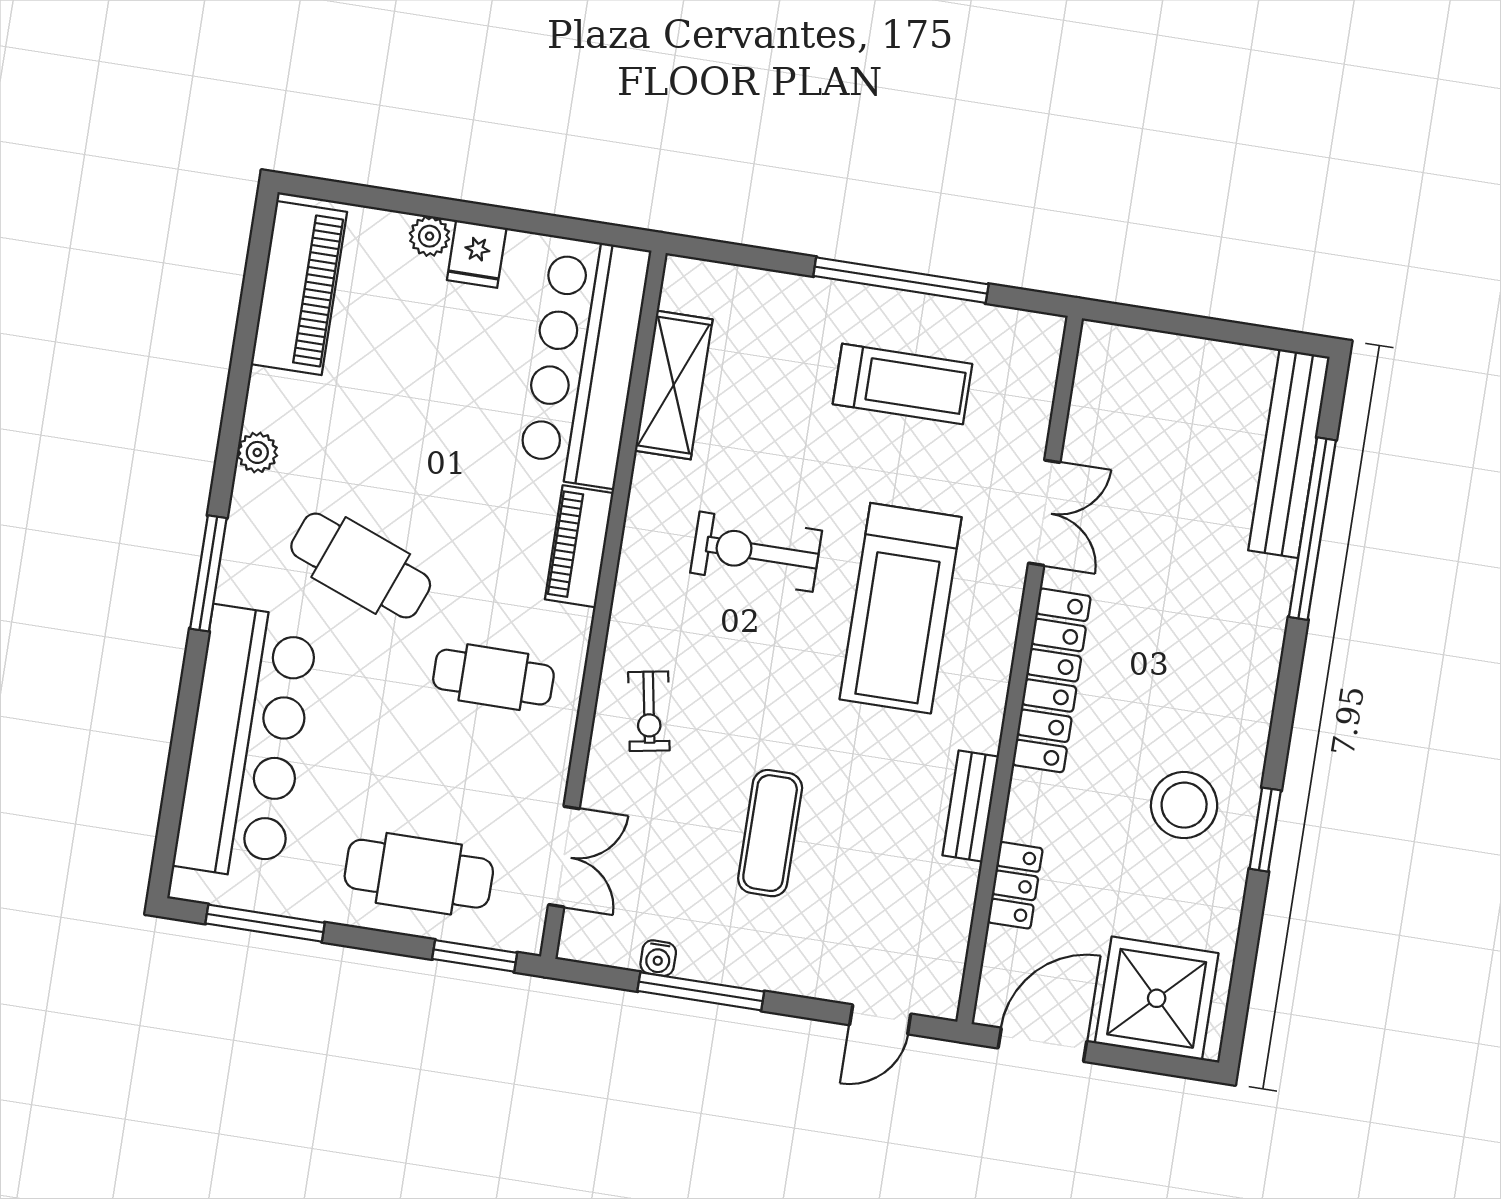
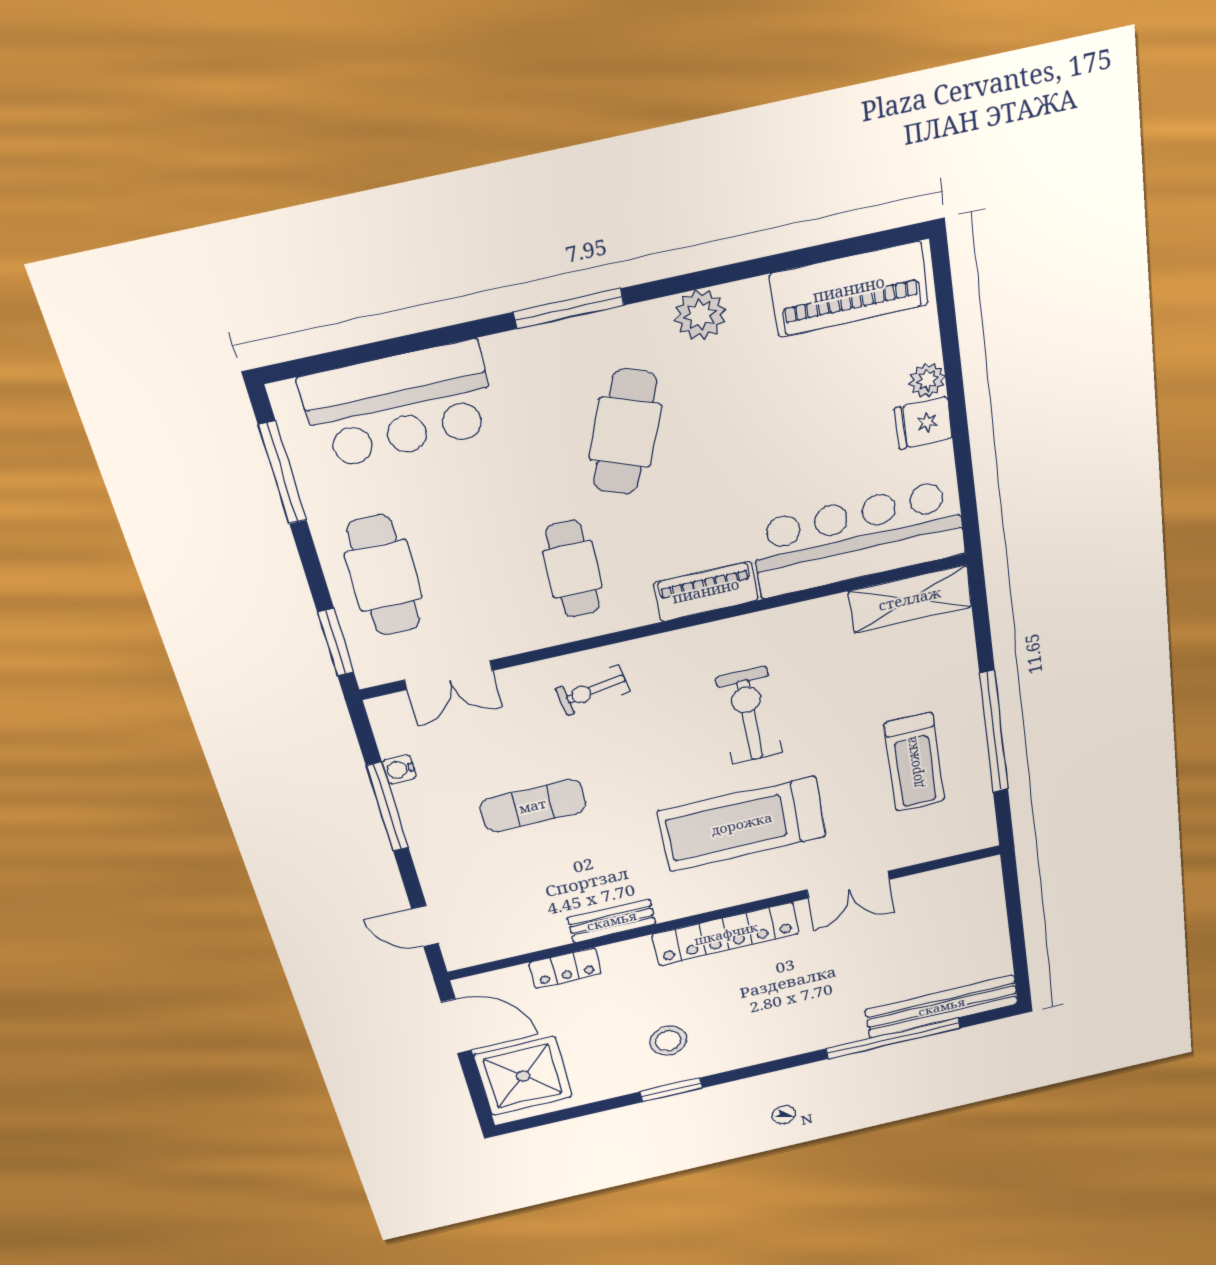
shelving: (674, 385) -> (910, 599), moved
plant: (257, 452) -> (700, 315), width x1.38, depth x1.38
bar counter: (246, 743) -> (399, 405), width x0.73
stool: (1184, 805) -> (668, 1041), width x0.73, depth x0.73

